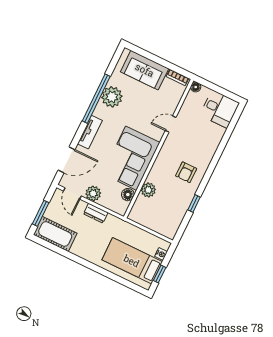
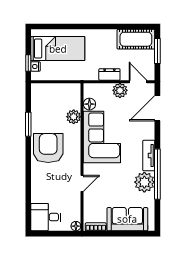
tv unit: (90, 132) -> (149, 156), moved
armchair: (186, 172) -> (48, 148), width x1.88, depth x1.88
window: (194, 203) -> (28, 124), width x1.50
window: (160, 274) -> (28, 63), moved

